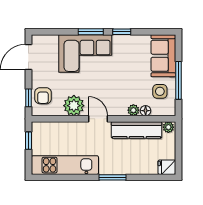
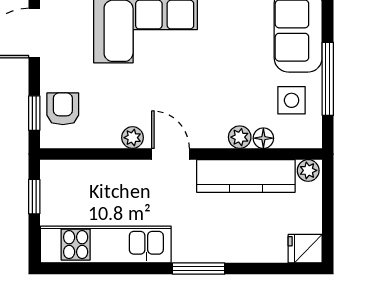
armchair: (43, 96) -> (63, 109), turned 180
plant: (74, 106) -> (133, 138), width x0.53, depth x0.53

